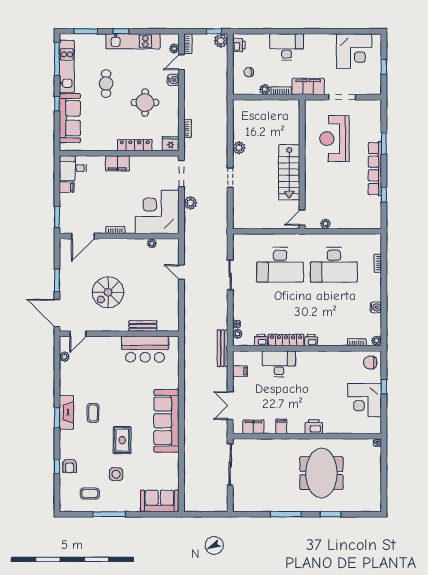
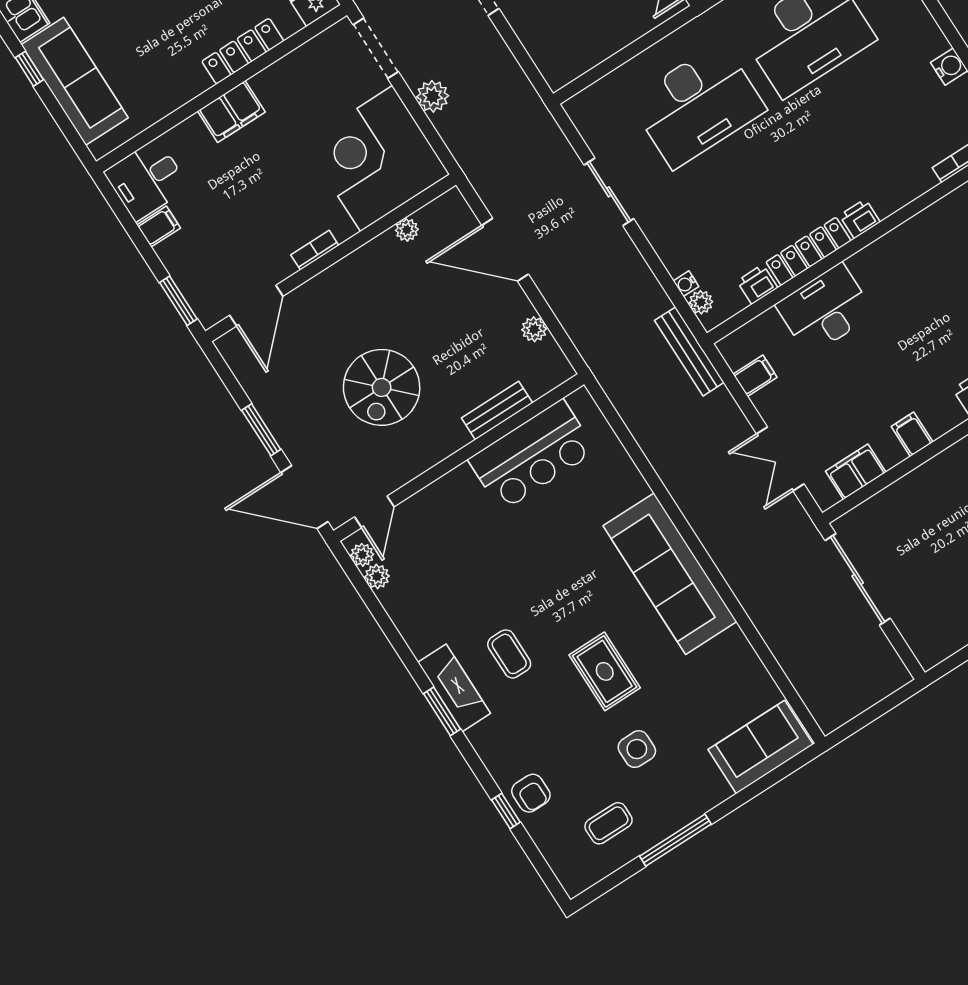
door: (181, 272) -> (505, 250), width x1.87
plant: (174, 306) -> (534, 329), added
plant: (64, 346) -> (362, 555), added

